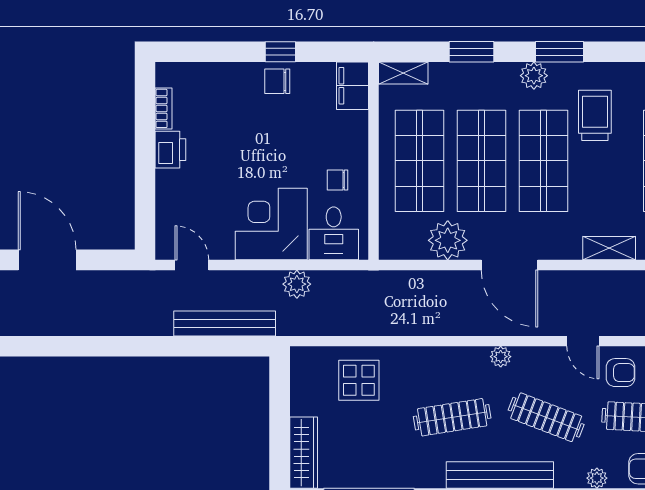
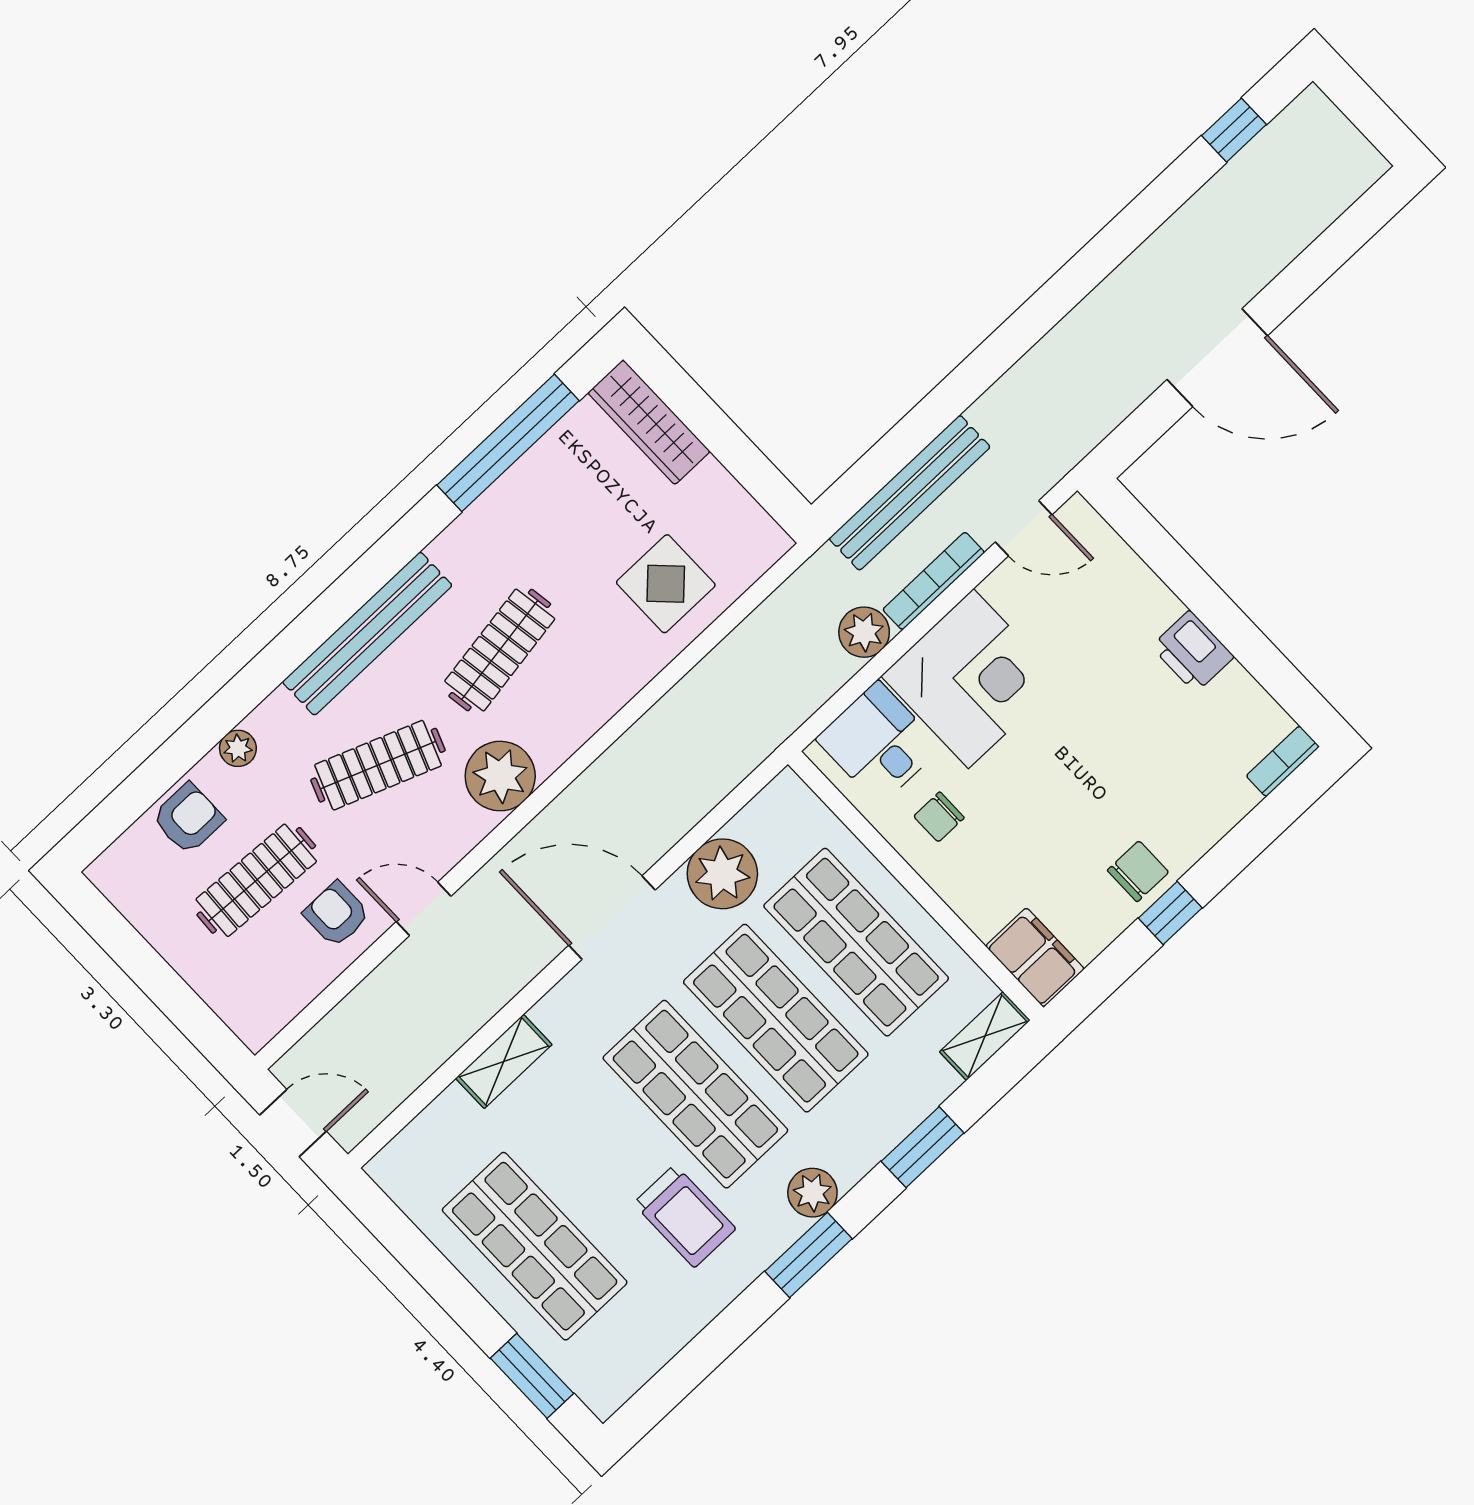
bookcase: (164, 108) -> (1283, 761), moved, turned 90
chair: (338, 180) -> (939, 817), turned 180
bookcase: (249, 278) -> (934, 581), added
plant: (501, 357) -> (500, 776), width x1.87, depth x1.87
armchair: (621, 373) -> (336, 914), turned 90

